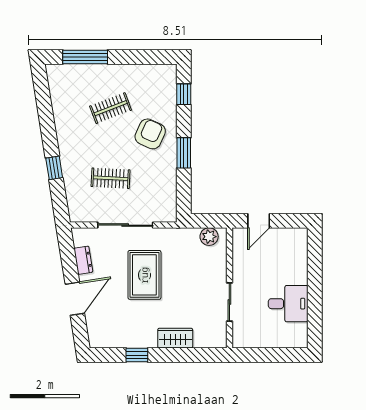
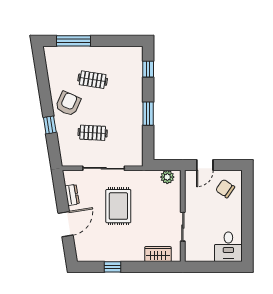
clothes rail: (111, 108) -> (93, 80), turned 30
armchair: (150, 134) -> (68, 104), moved
chair: (285, 252) -> (225, 189), added
desk: (288, 304) -> (228, 247), moved, turned 90
wardrobe: (175, 338) -> (158, 254), moved

